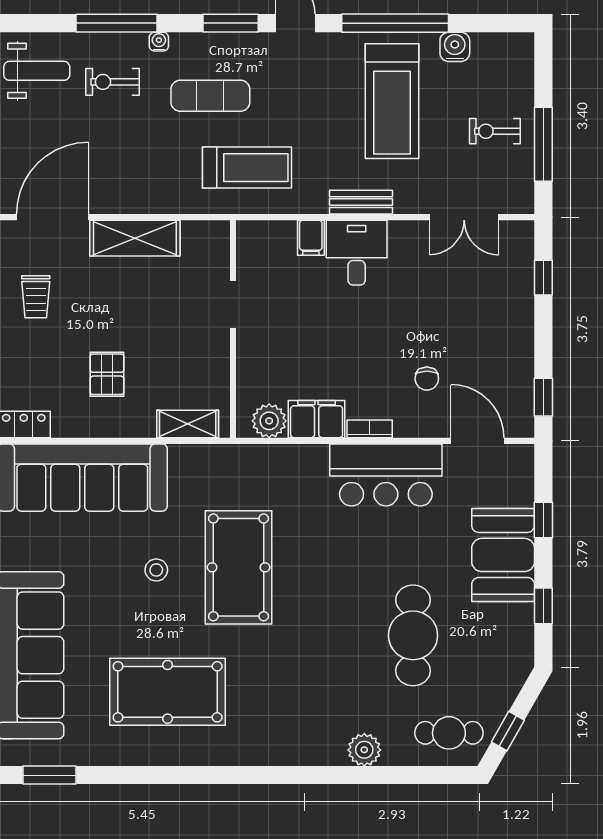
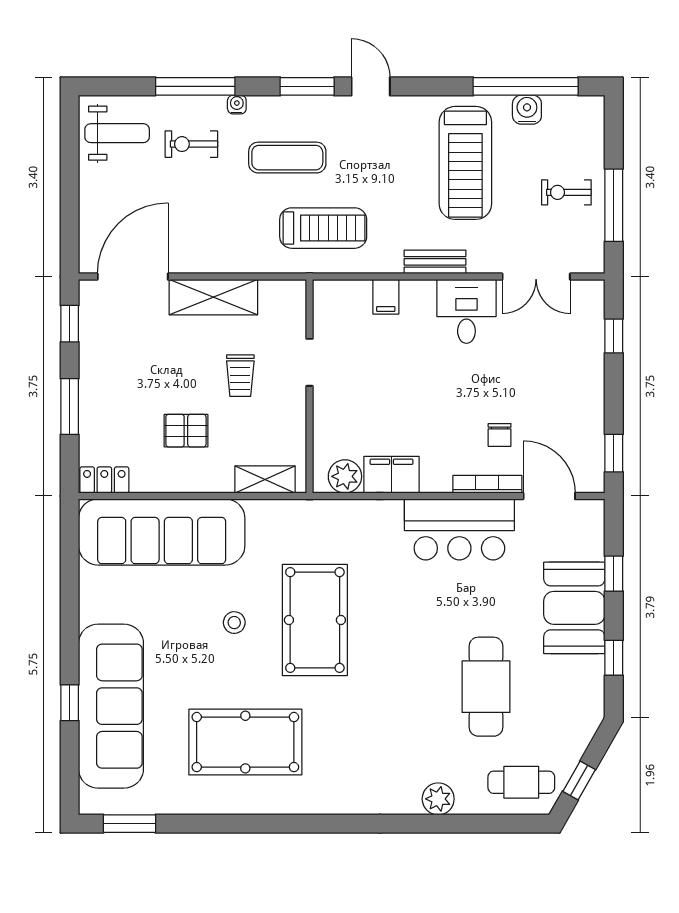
window: (395, 23) -> (526, 86), moved
desk: (357, 253) -> (466, 311), moved
trolley: (36, 297) -> (240, 376), moved
pallet: (107, 374) -> (186, 431), turned 90
bookcase: (370, 429) -> (487, 484), moved, width x1.56

